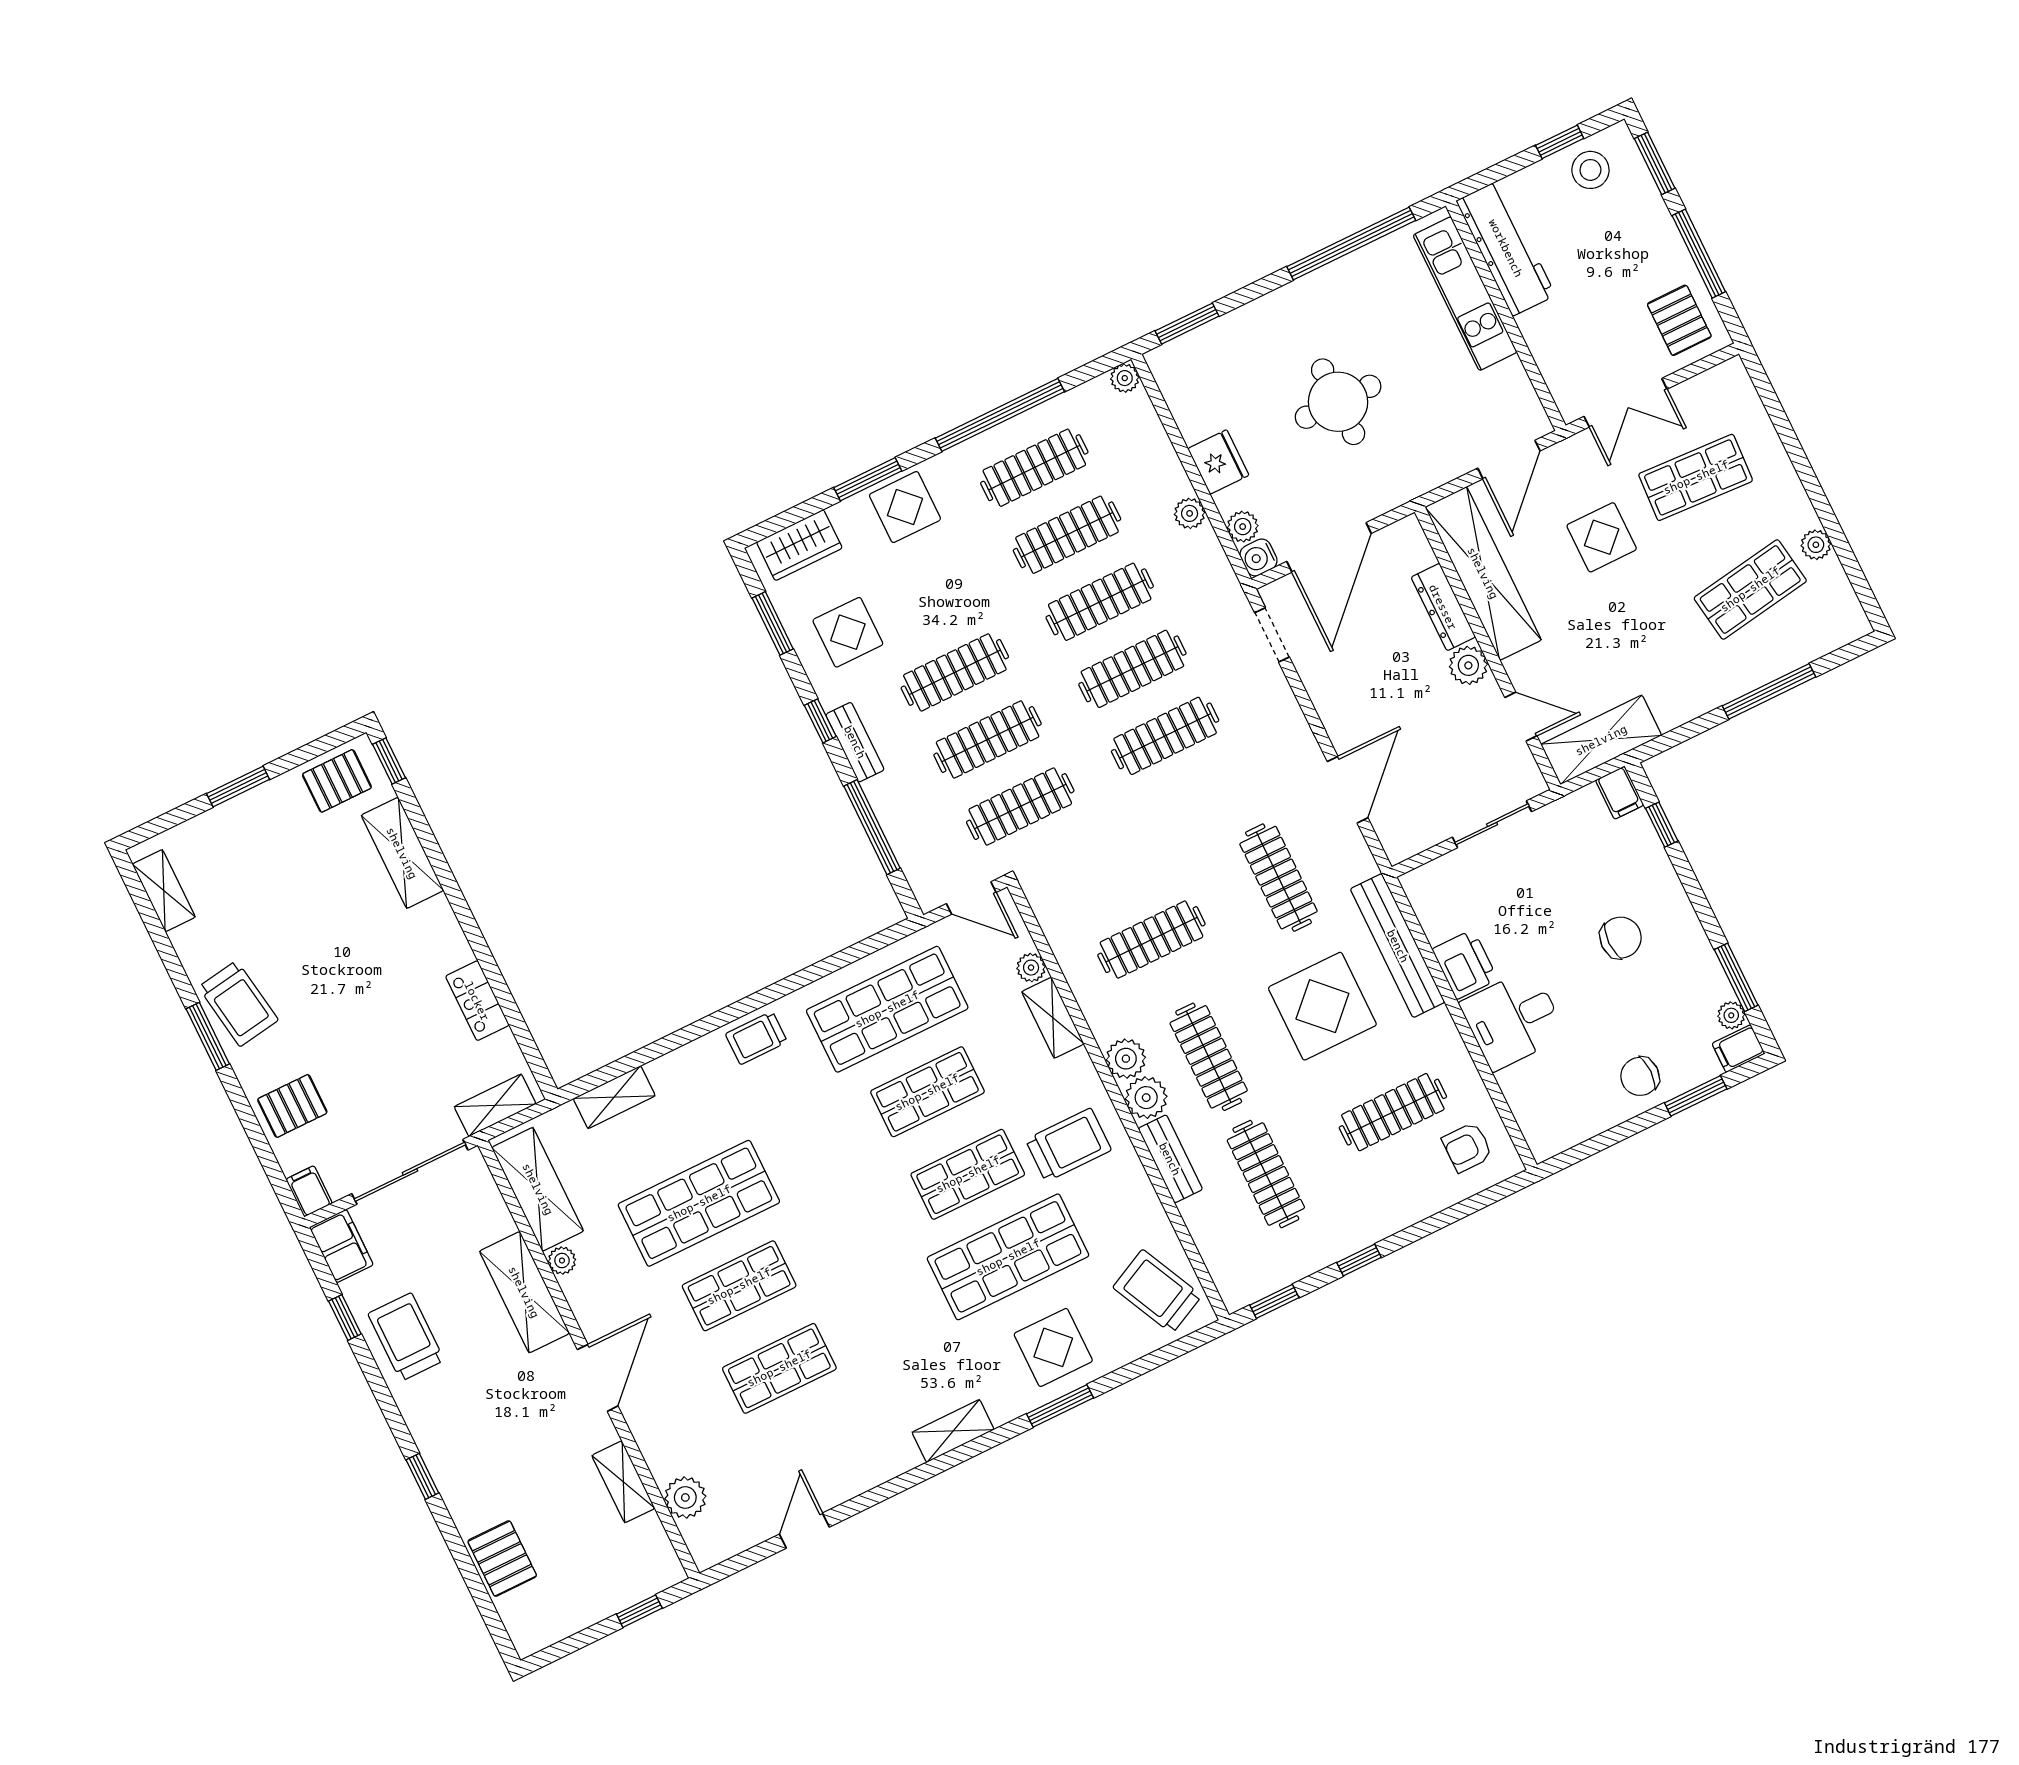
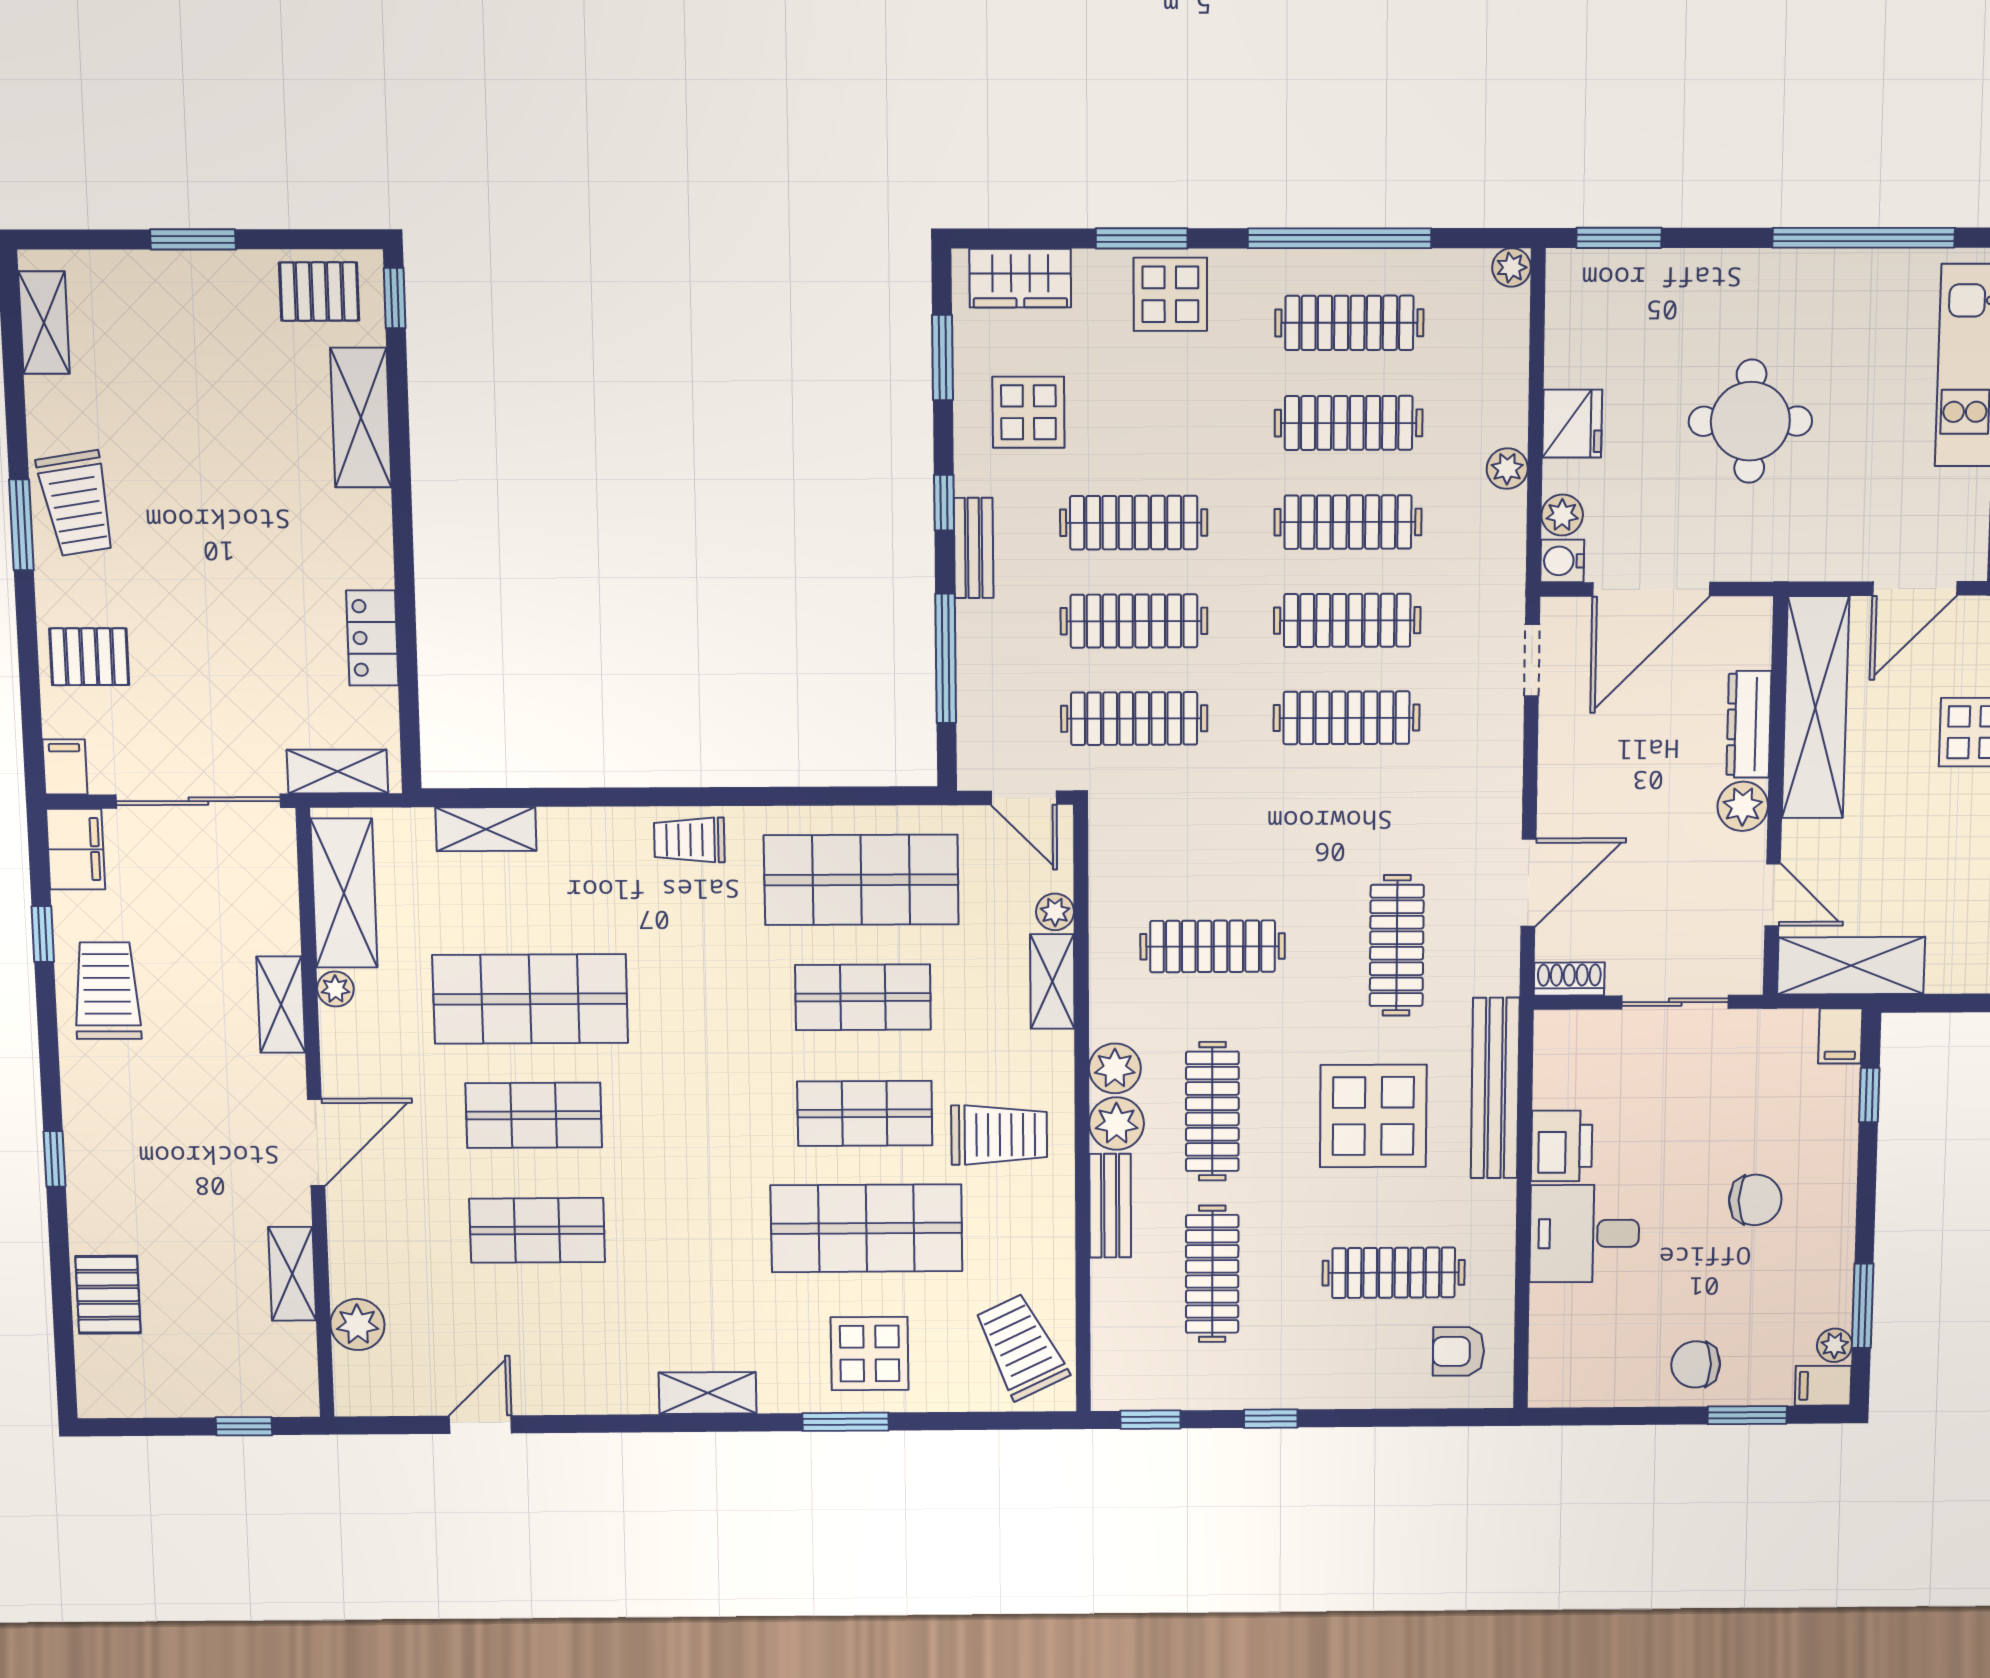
shoe rack: (1410, 844) -> (1569, 979), added
shelving: (524, 1292) -> (281, 1005), width x0.67, depth x0.75

